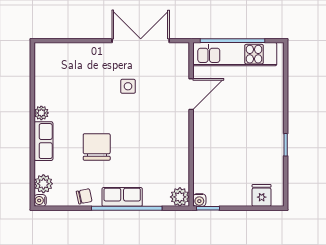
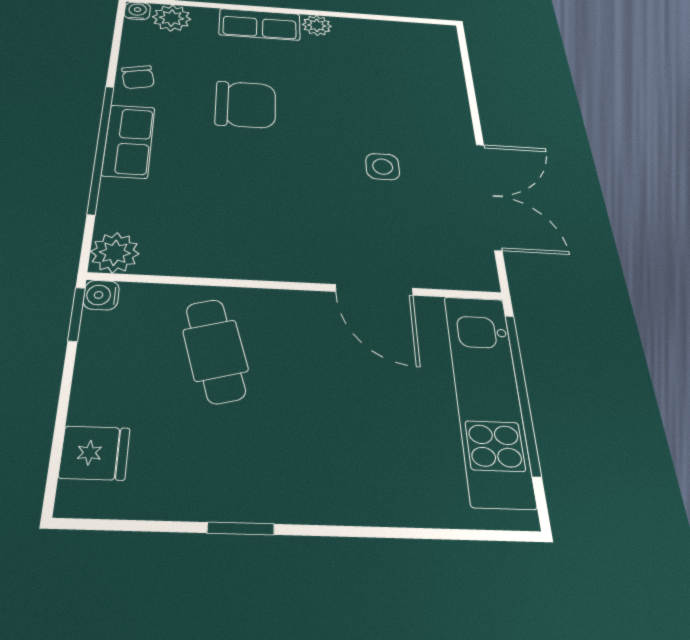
cafe table: (221, 156) -> (215, 350), added

